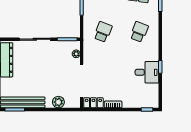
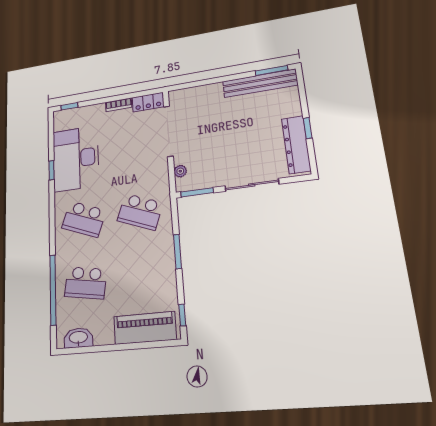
school desk: (103, 32) -> (140, 212), width x1.85
school desk: (139, 32) -> (84, 219), width x1.85
desk: (147, 72) -> (76, 159), width x1.87, depth x1.30
plant: (58, 102) -> (202, 94), removed

